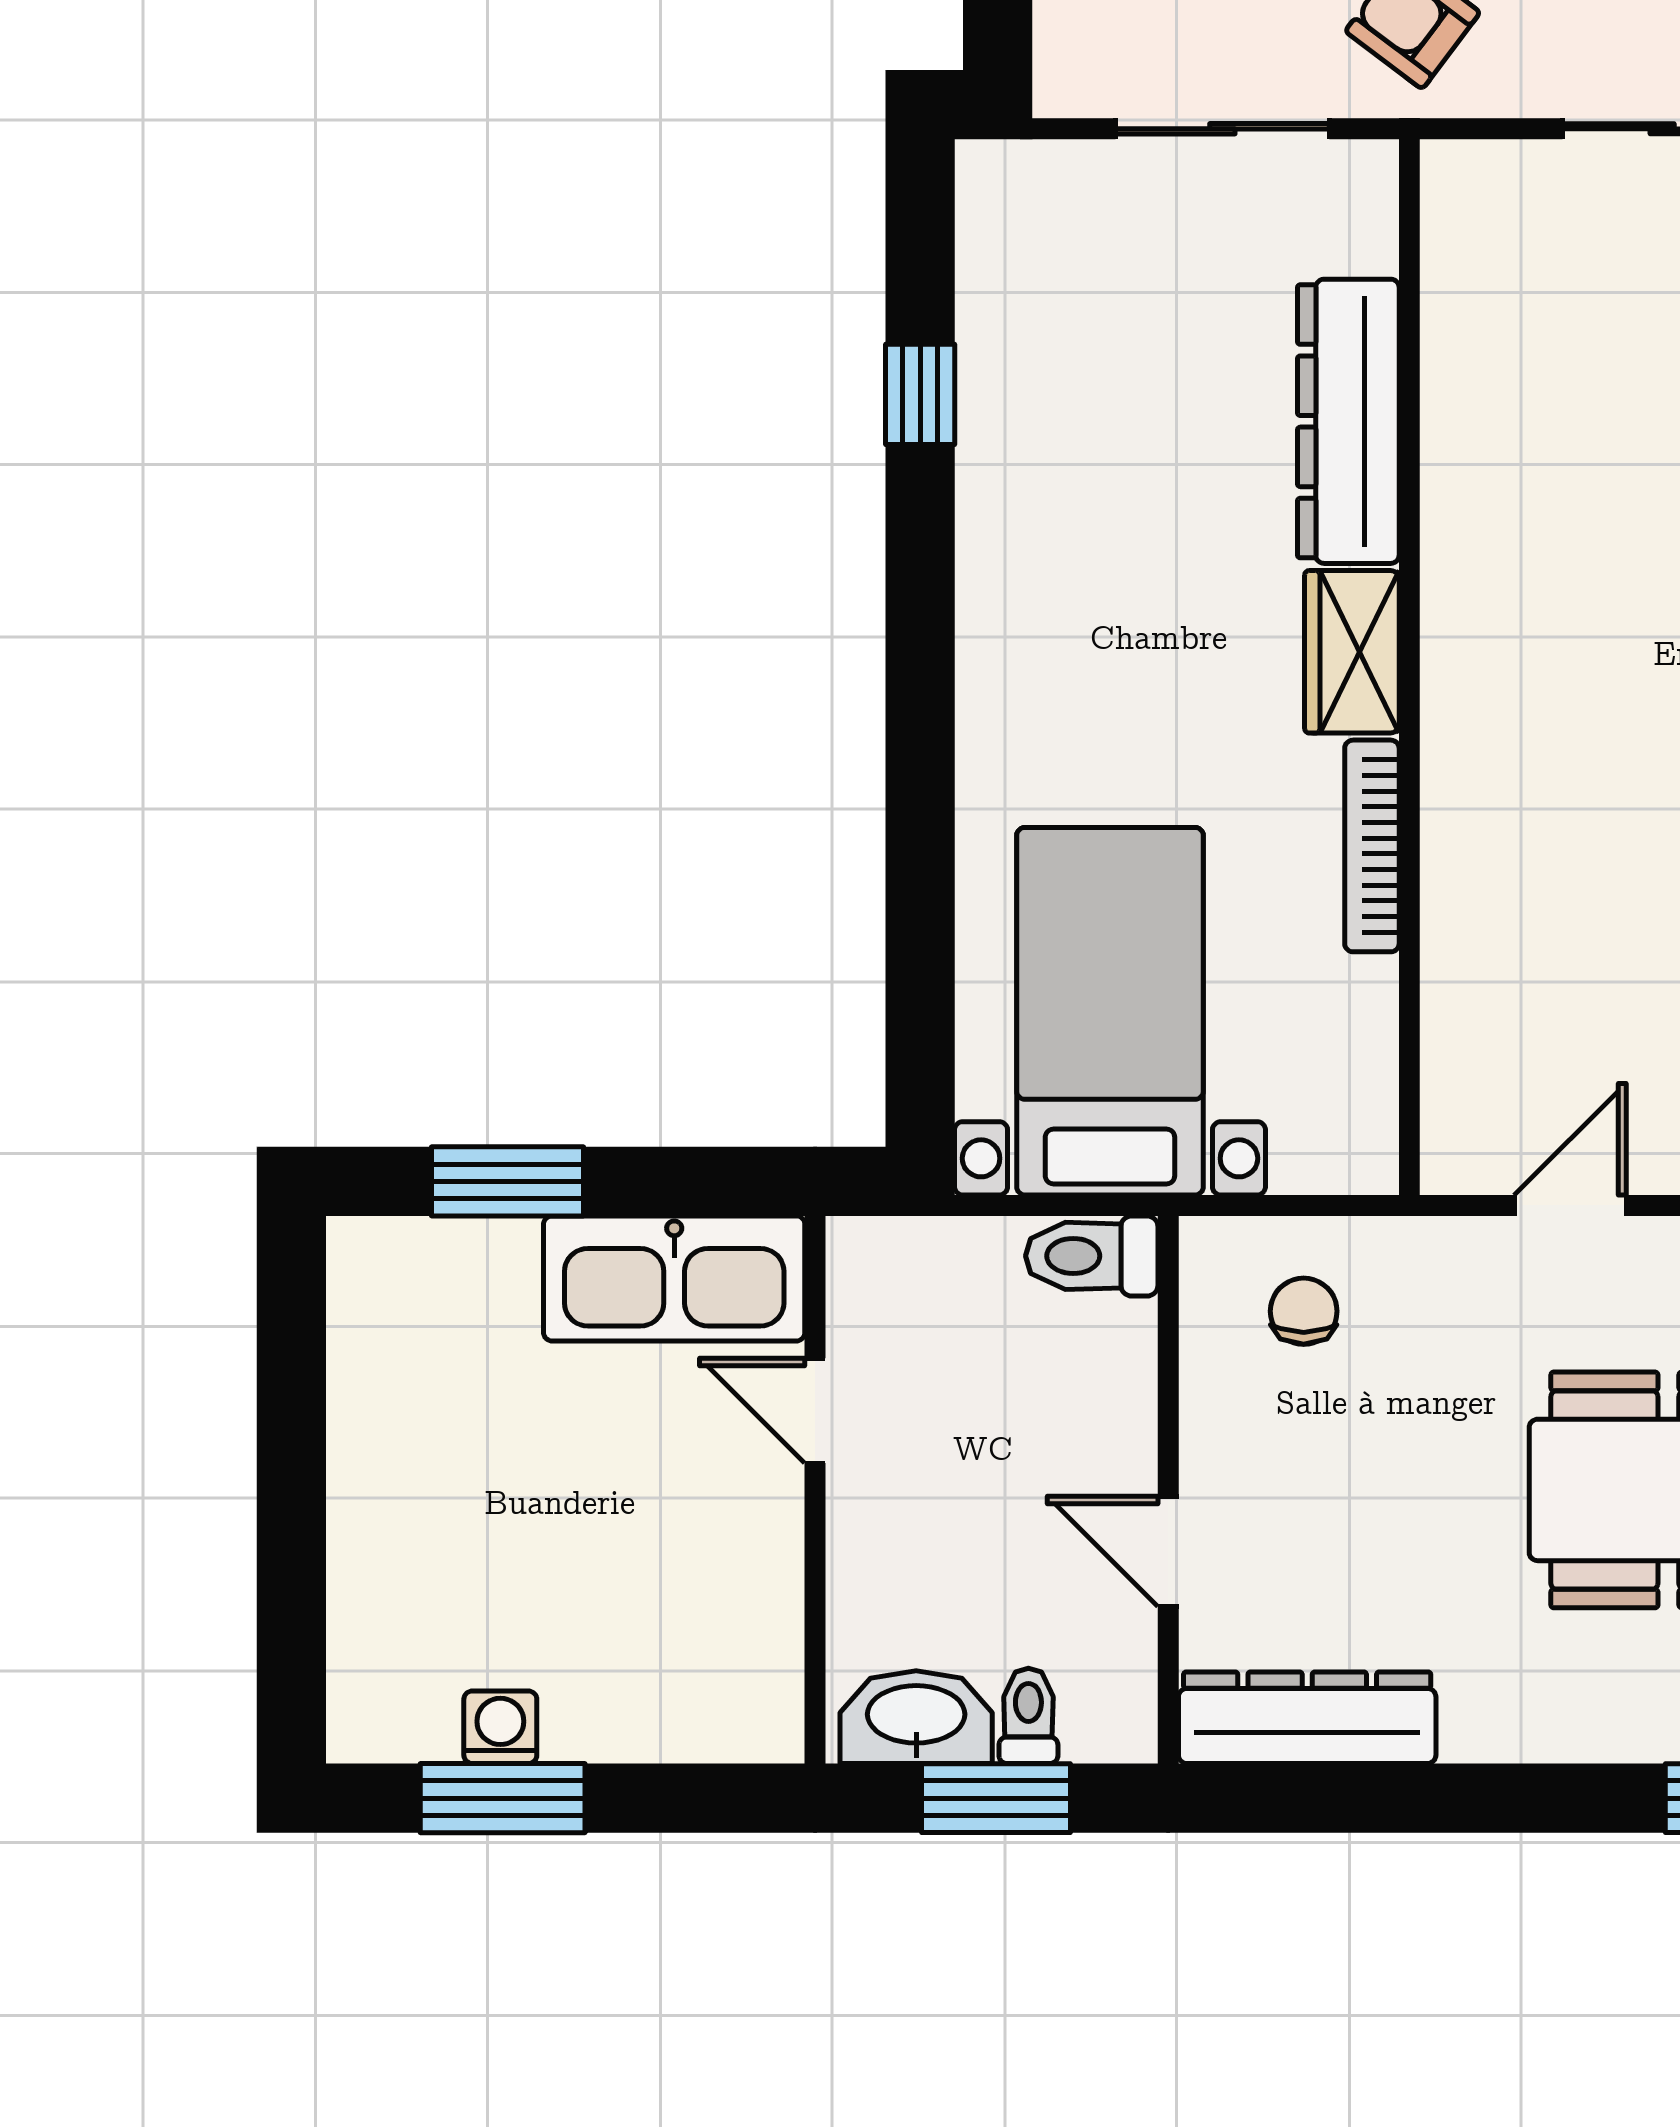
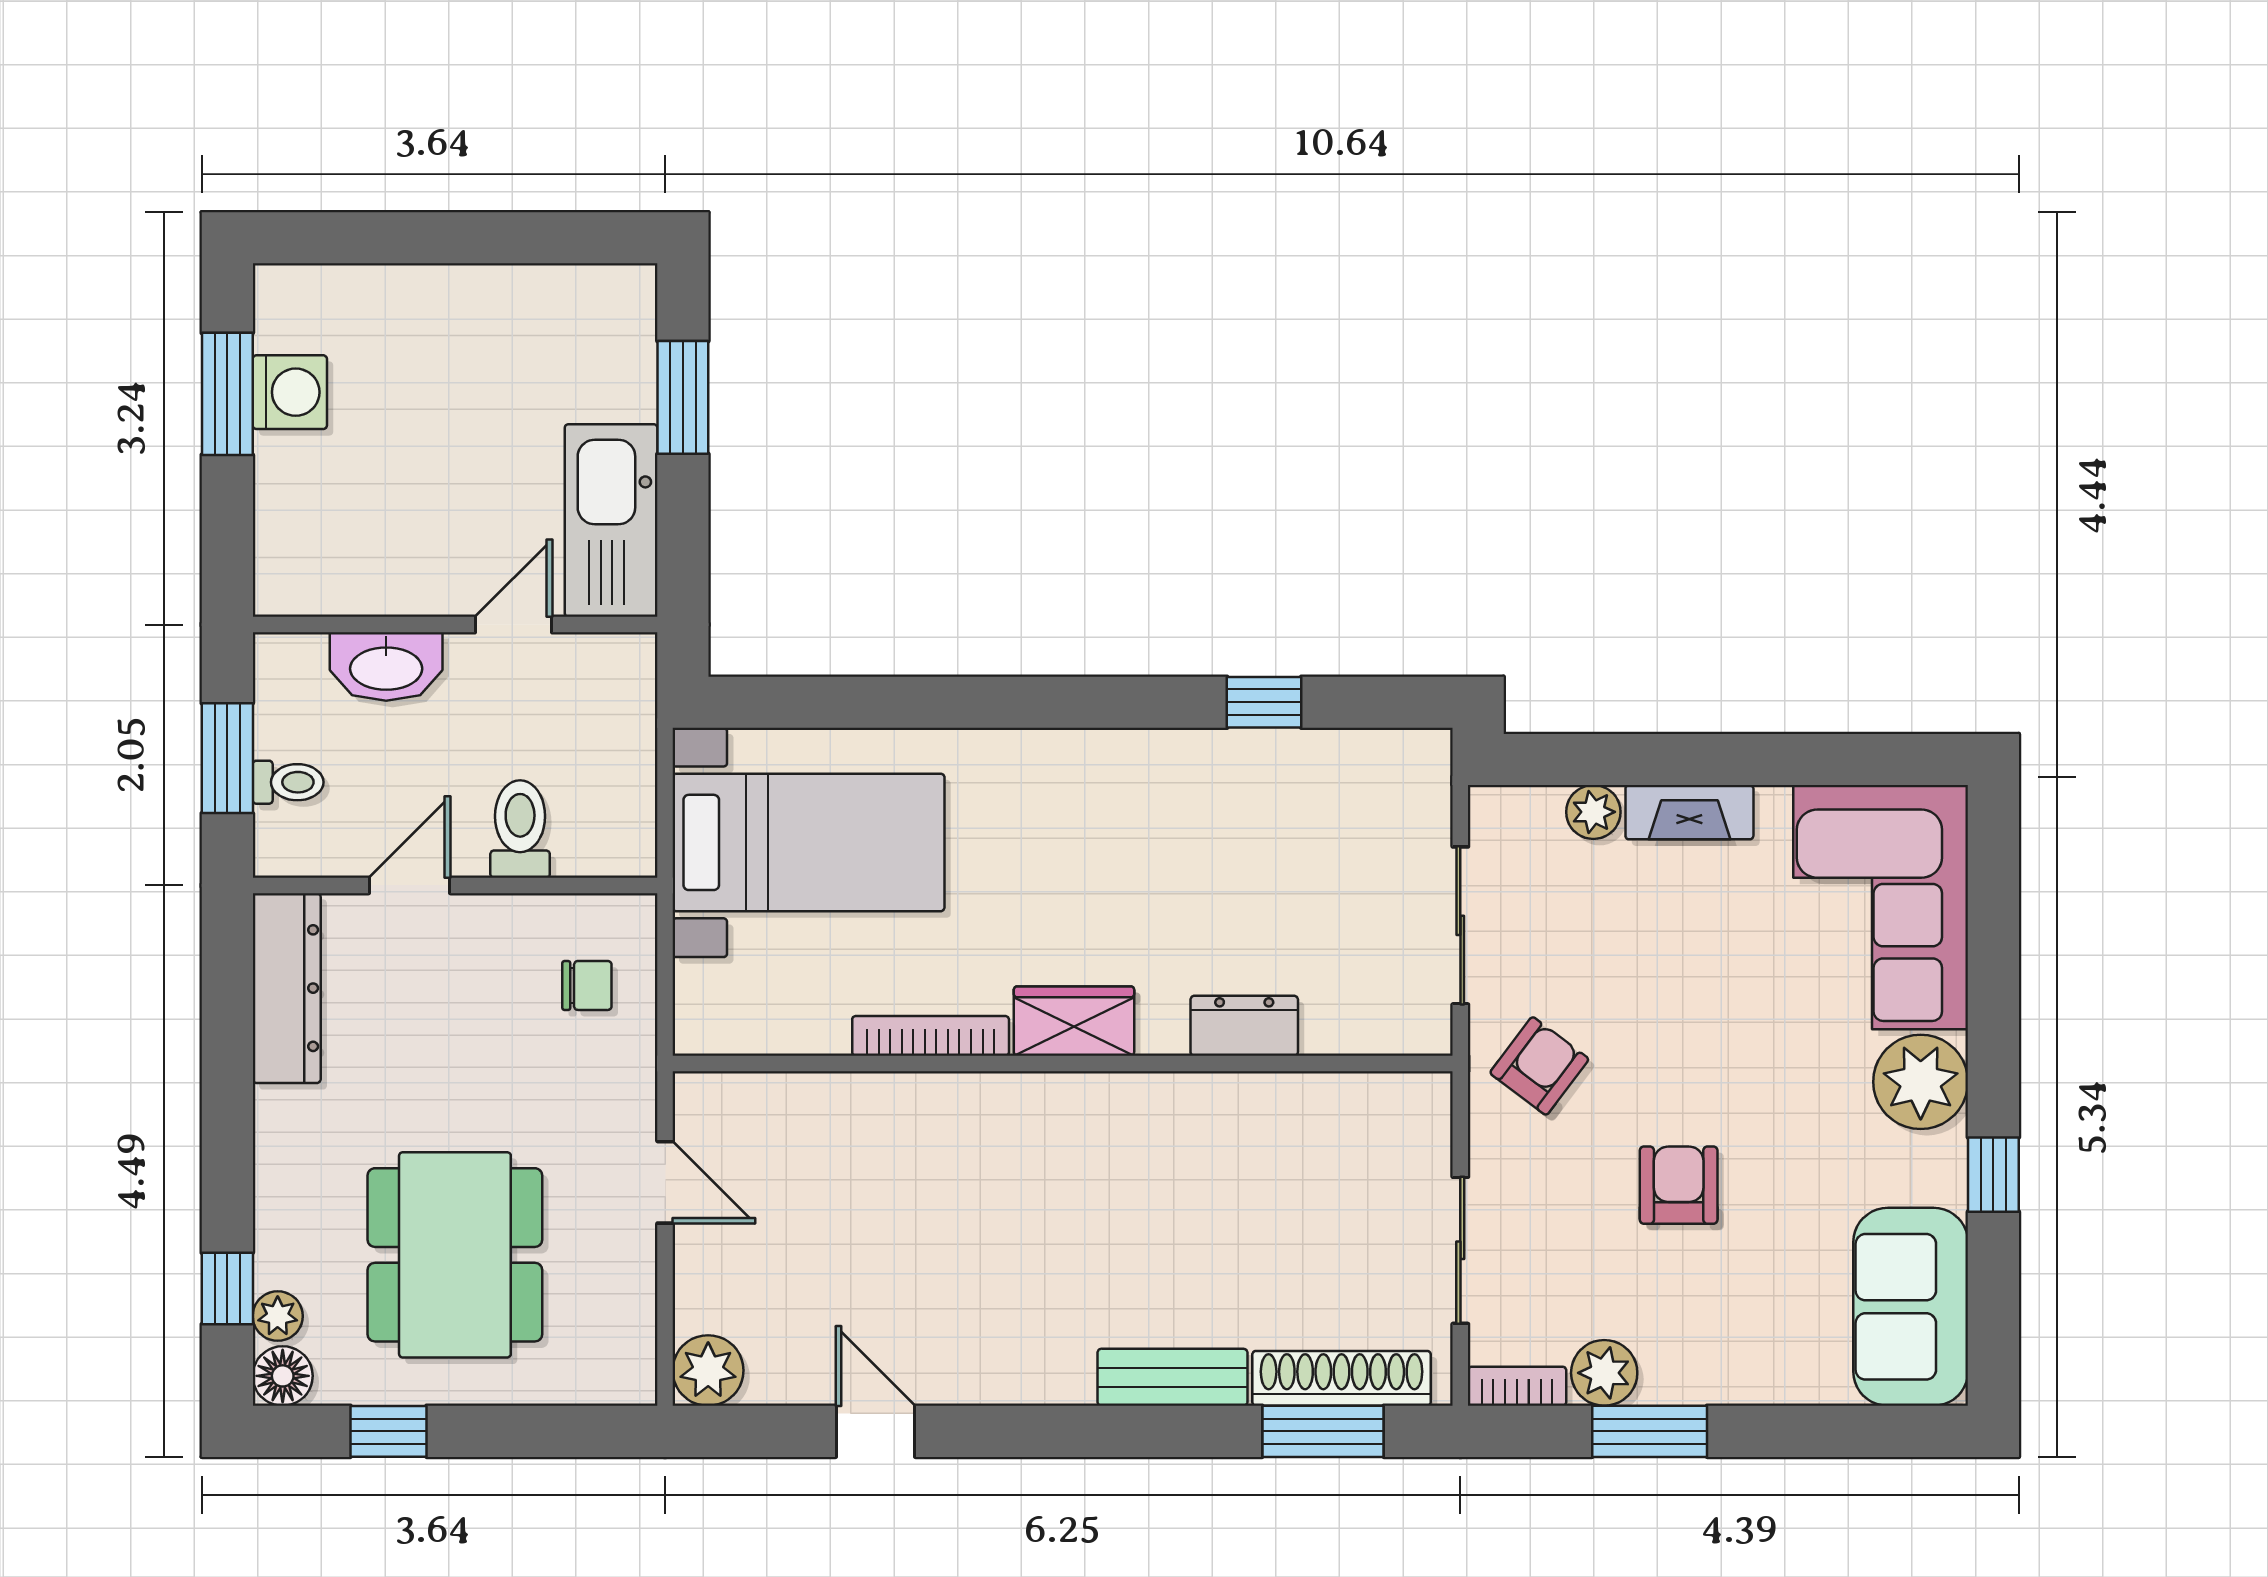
dresser: (1348, 421) -> (1244, 1026), width x0.51, depth x0.80
toilet: (1092, 1256) -> (520, 829), moved
washbasin: (916, 1717) -> (386, 667), moved, turned 90
washing machine: (500, 1727) -> (290, 392), width x1.38, depth x1.38

